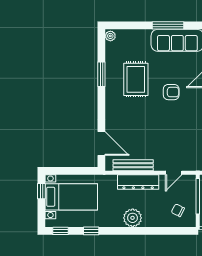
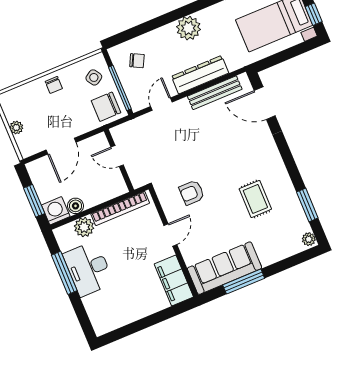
window: (101, 74) -> (307, 205), moved
rug: (136, 79) -> (255, 199), width x0.73, depth x0.70
armchair: (171, 92) -> (192, 193), moved

